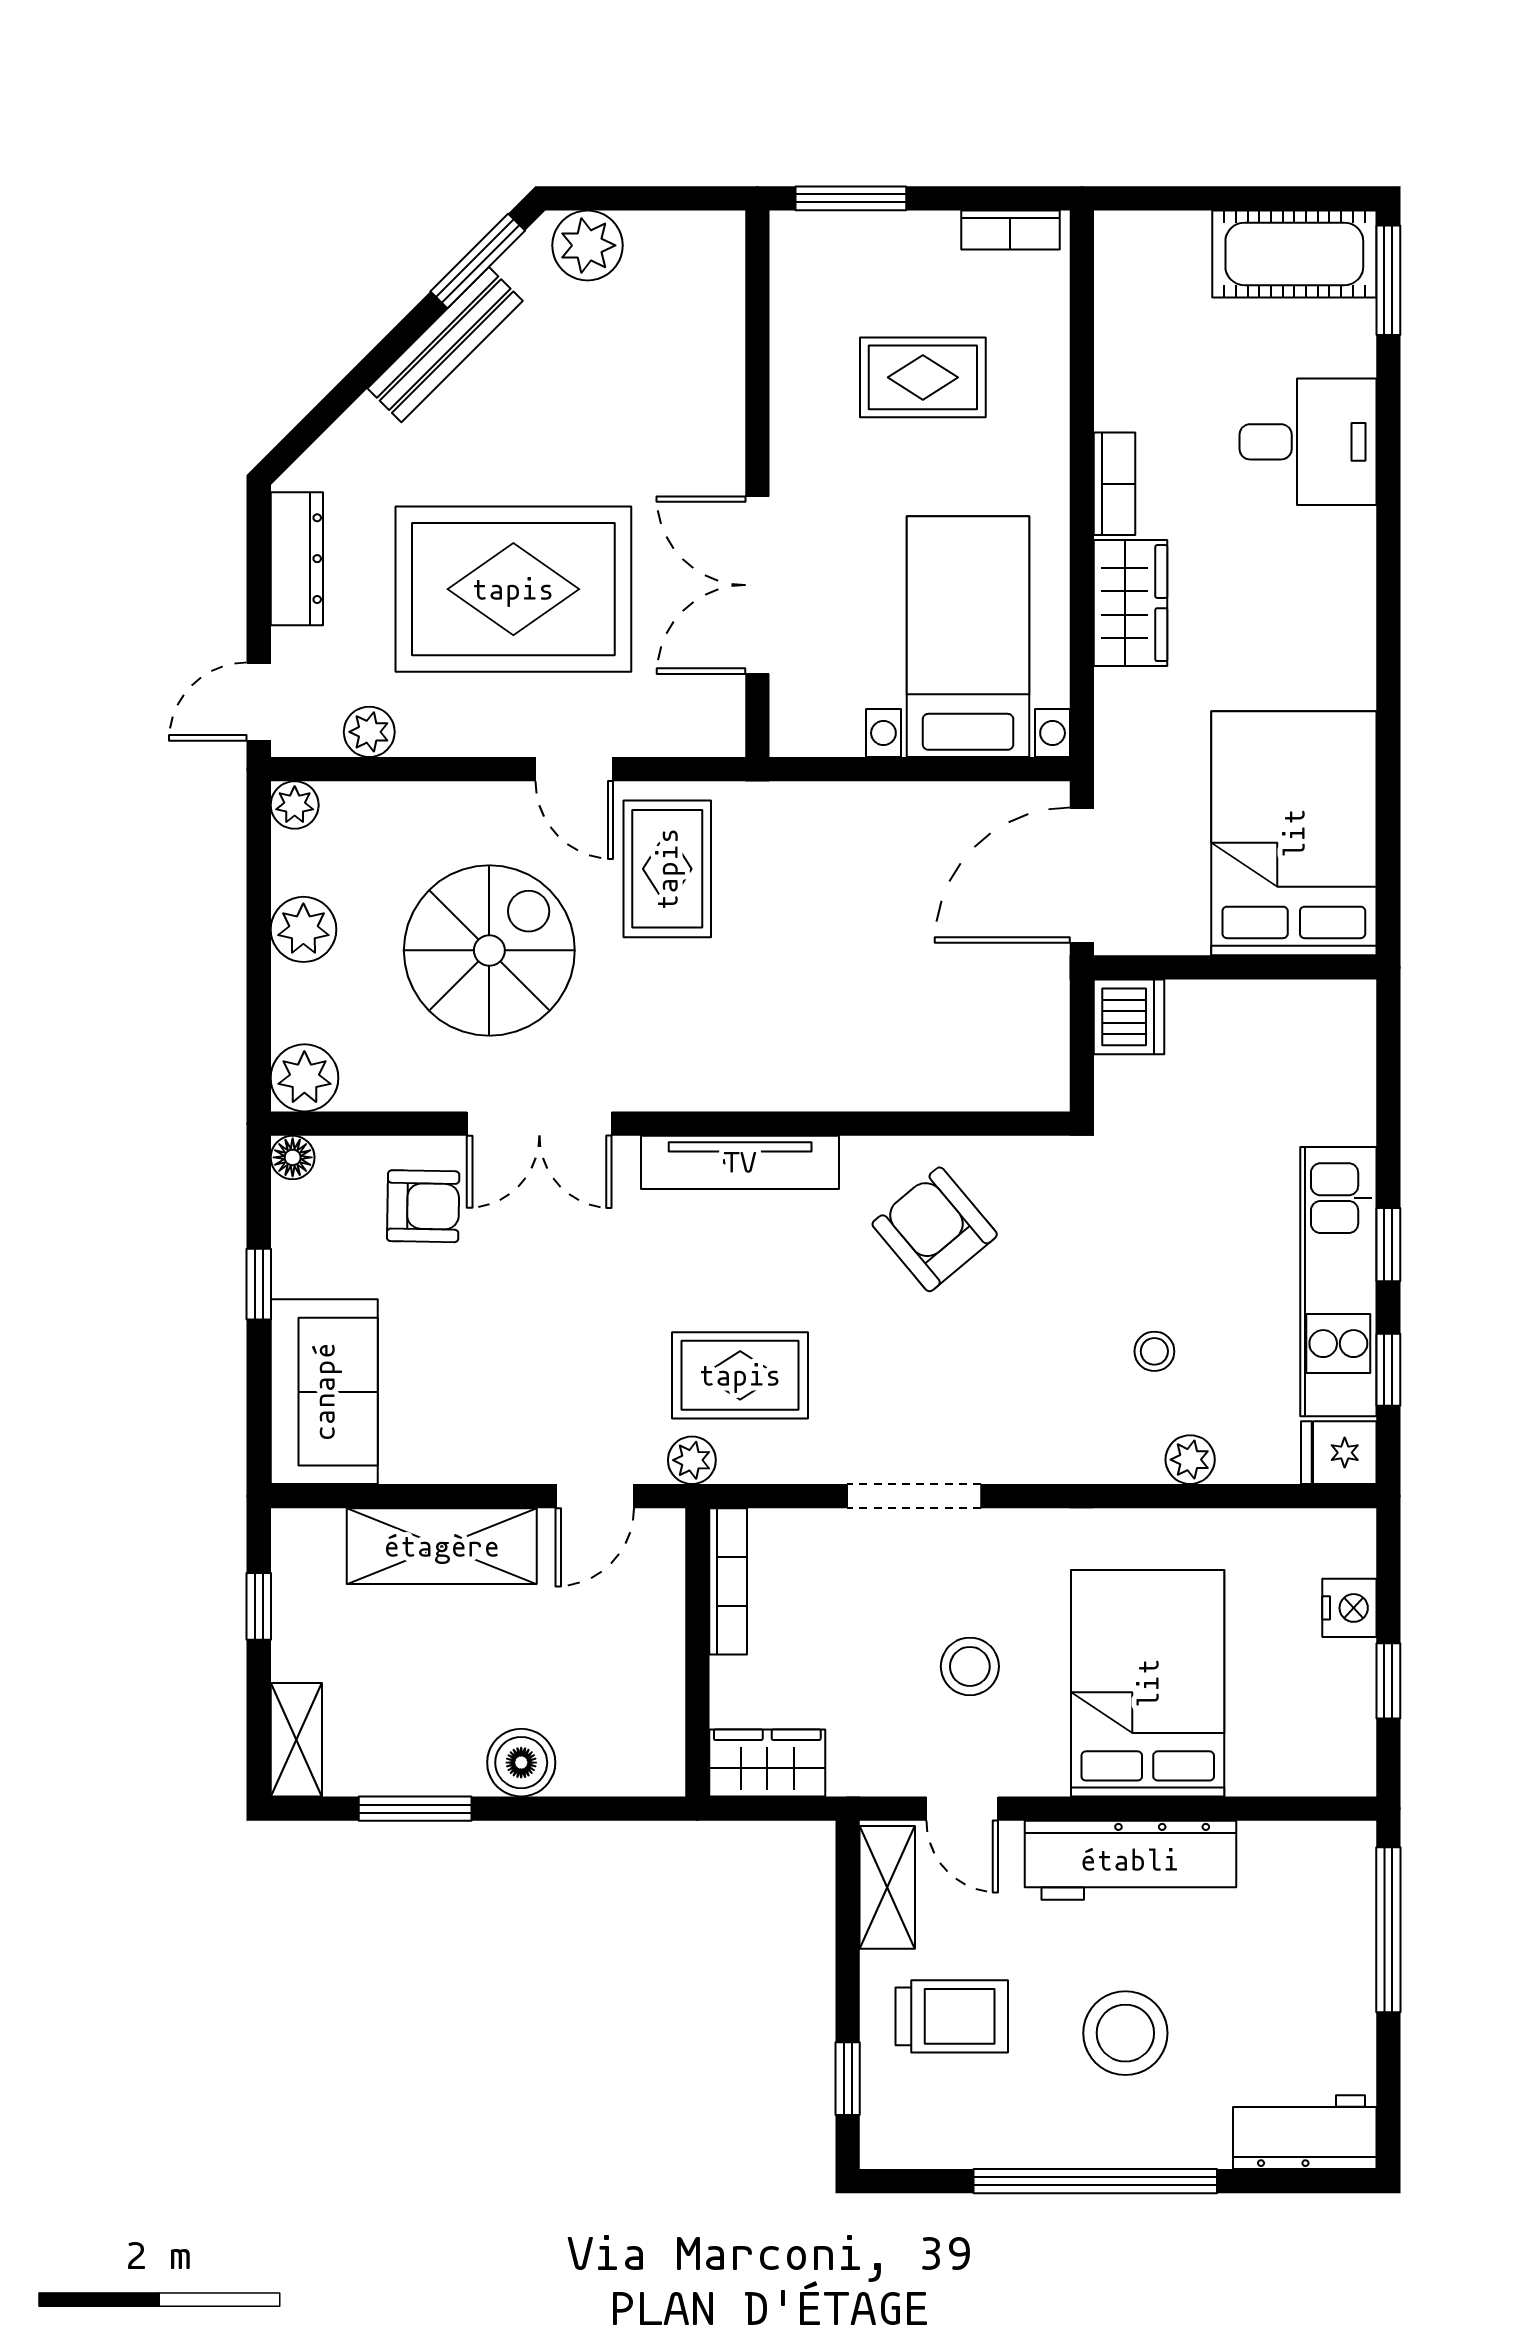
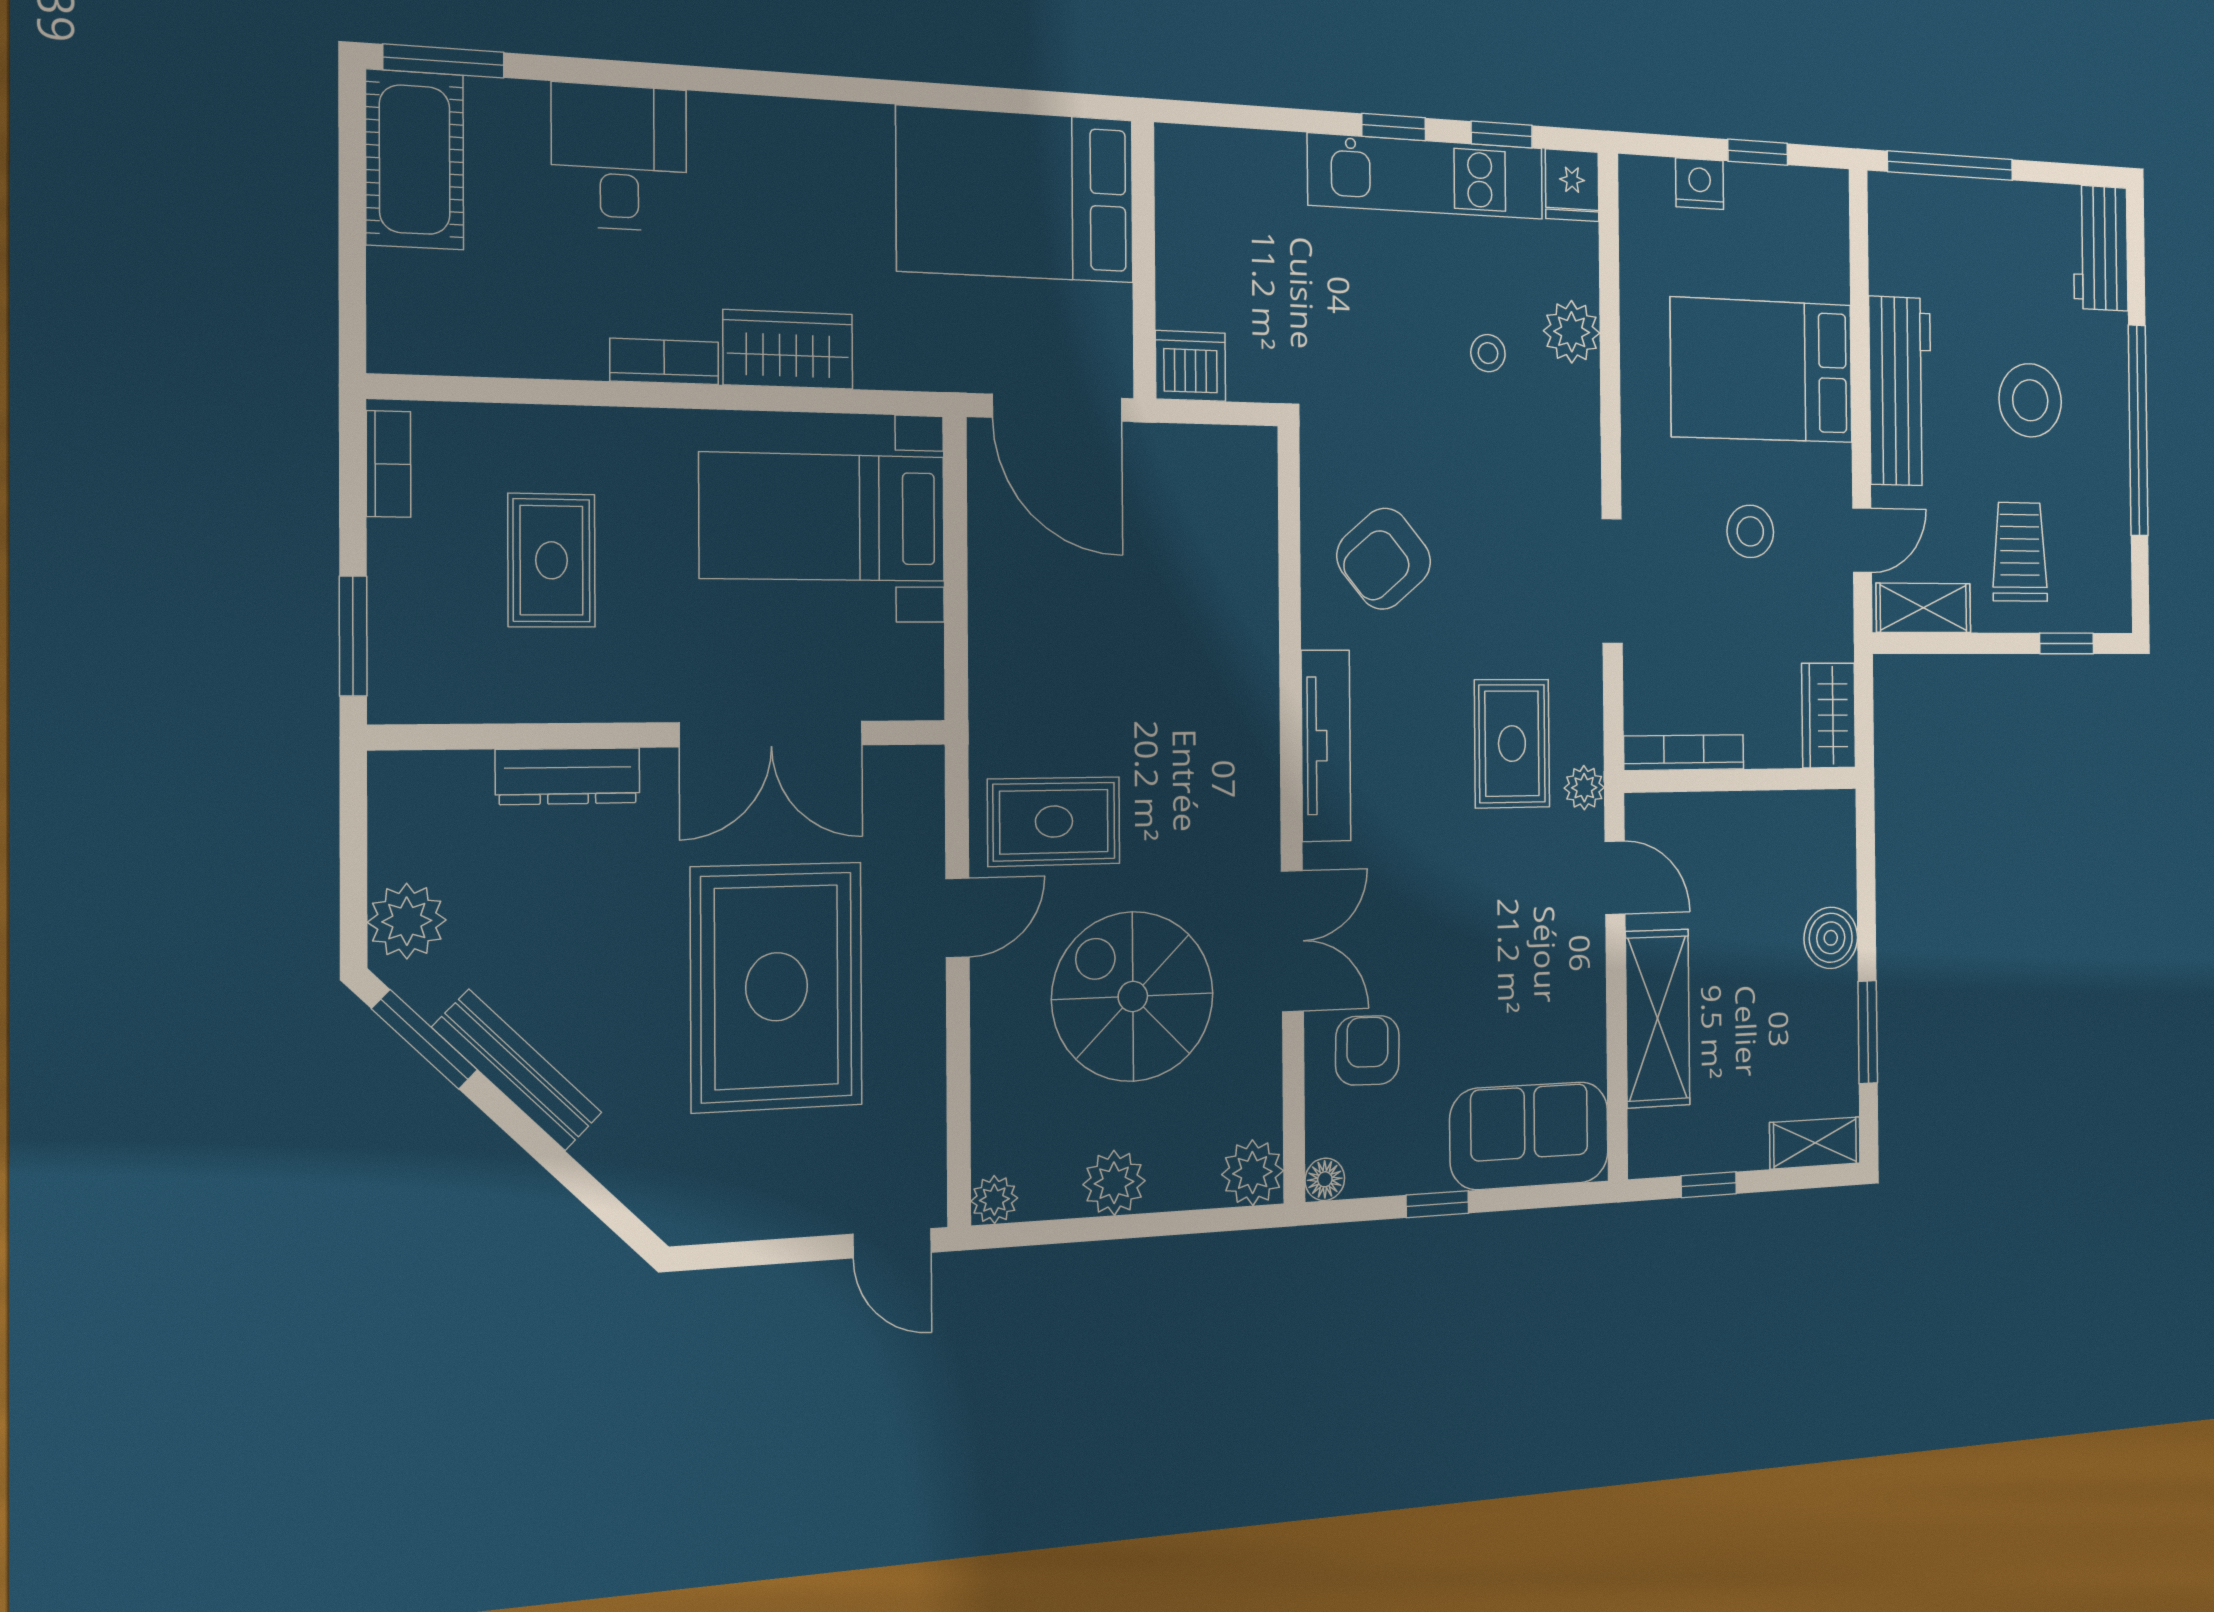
dresser: (297, 559) -> (568, 776), moved, turned 180
plant: (369, 732) -> (922, 1128), removed
plant: (1190, 1460) -> (1572, 332), width x1.38, depth x1.38

